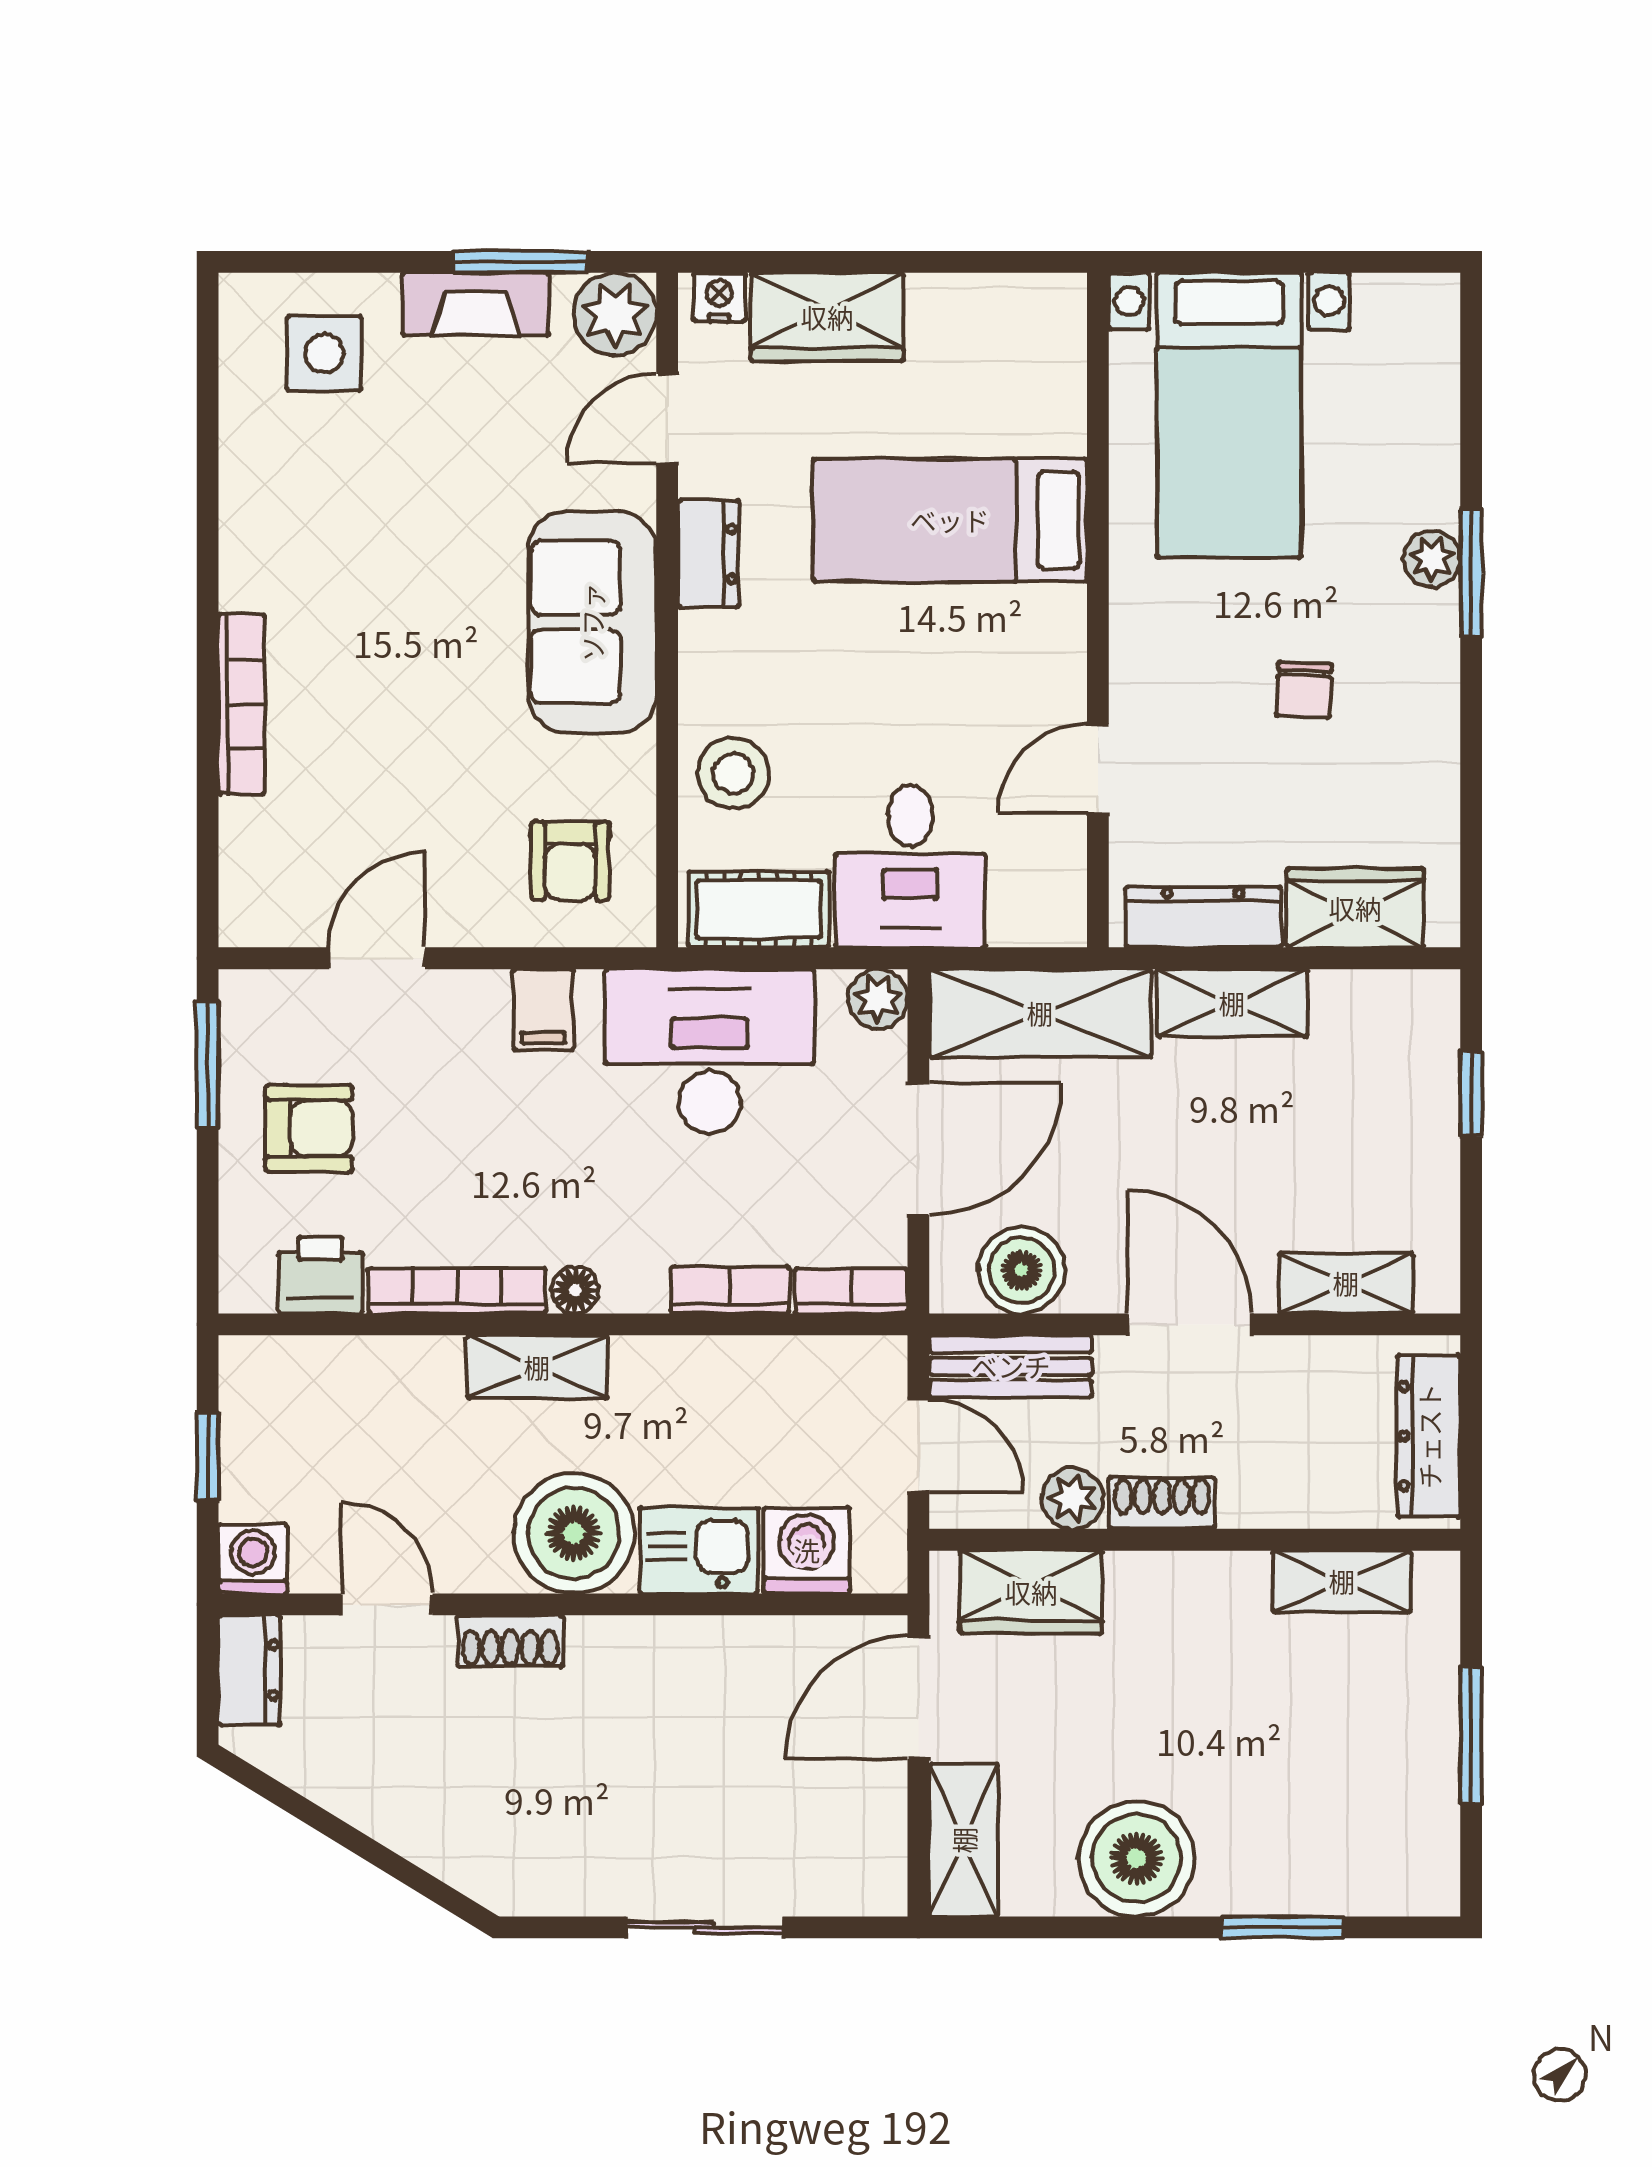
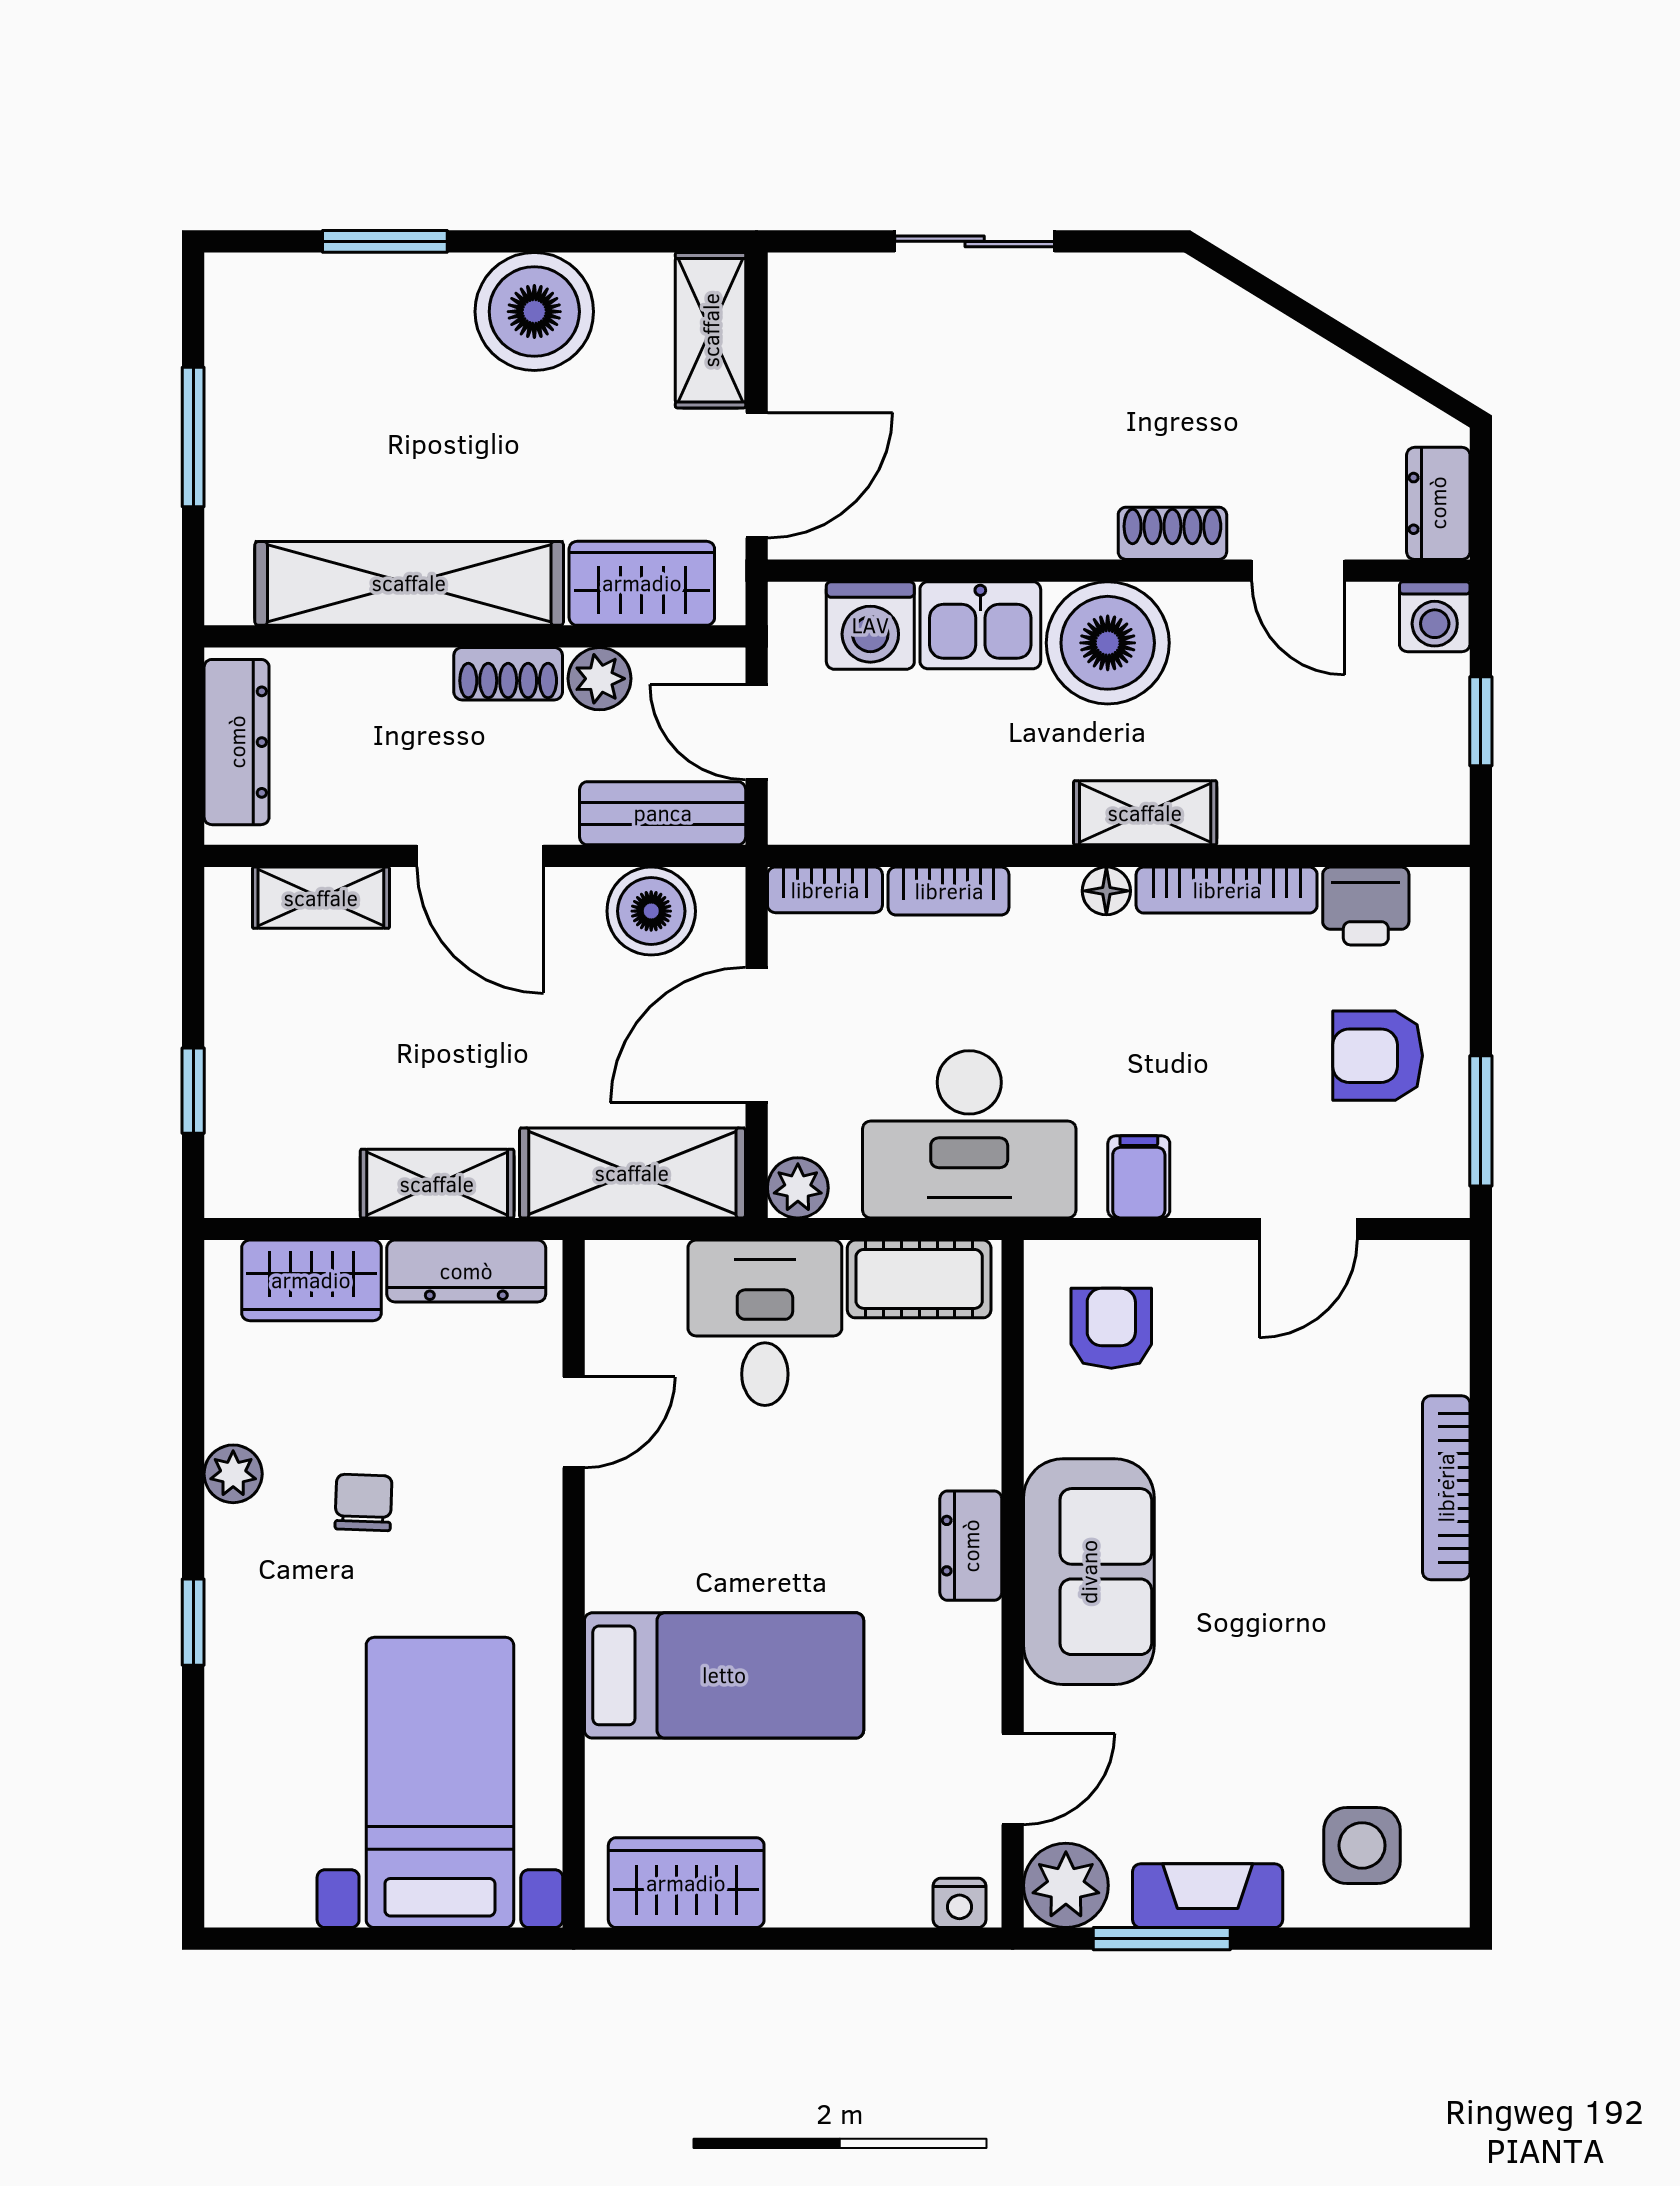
wardrobe: (827, 317) -> (686, 1883), moved
dresser: (708, 554) -> (971, 1546), moved
plant: (1432, 558) -> (233, 1474), moved
window: (1471, 572) -> (193, 1622), width x0.67
stool: (733, 773) -> (945, 1417), removed
shelving: (1342, 1581) -> (409, 583), width x2.20, depth x1.33

